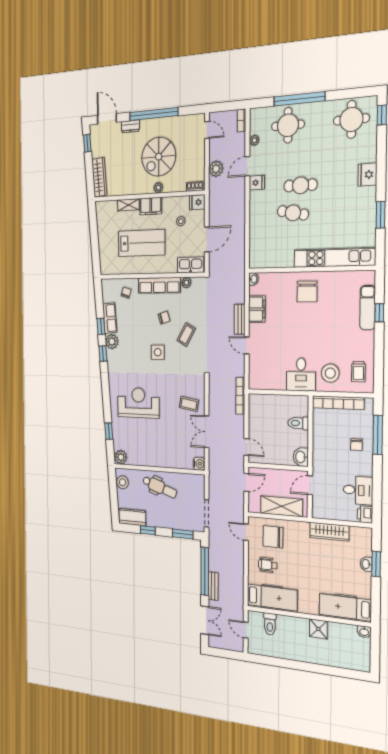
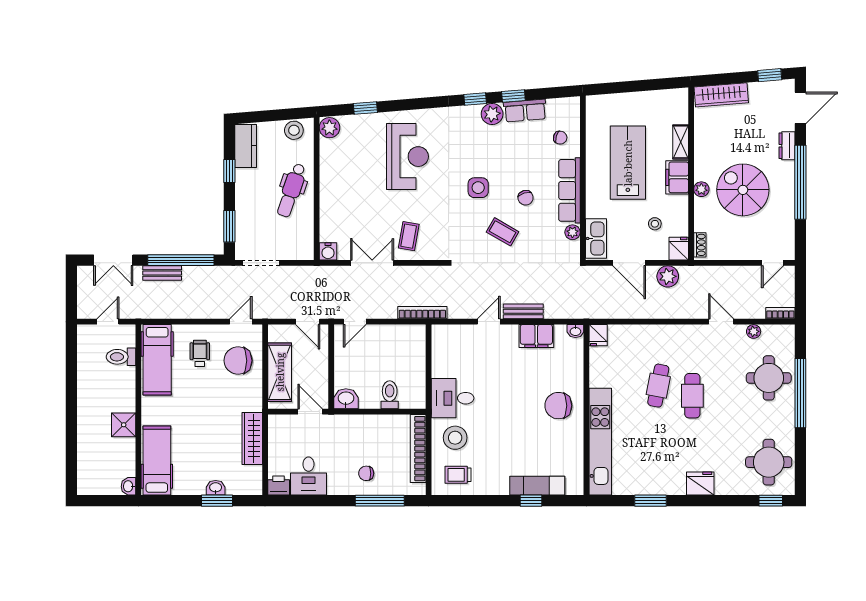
plant: (216, 169) -> (668, 276), moved
fridge: (257, 183) -> (598, 335), moved
lab bench: (142, 243) -> (628, 163), turned 180
chair: (273, 537) -> (238, 361), turned -90

